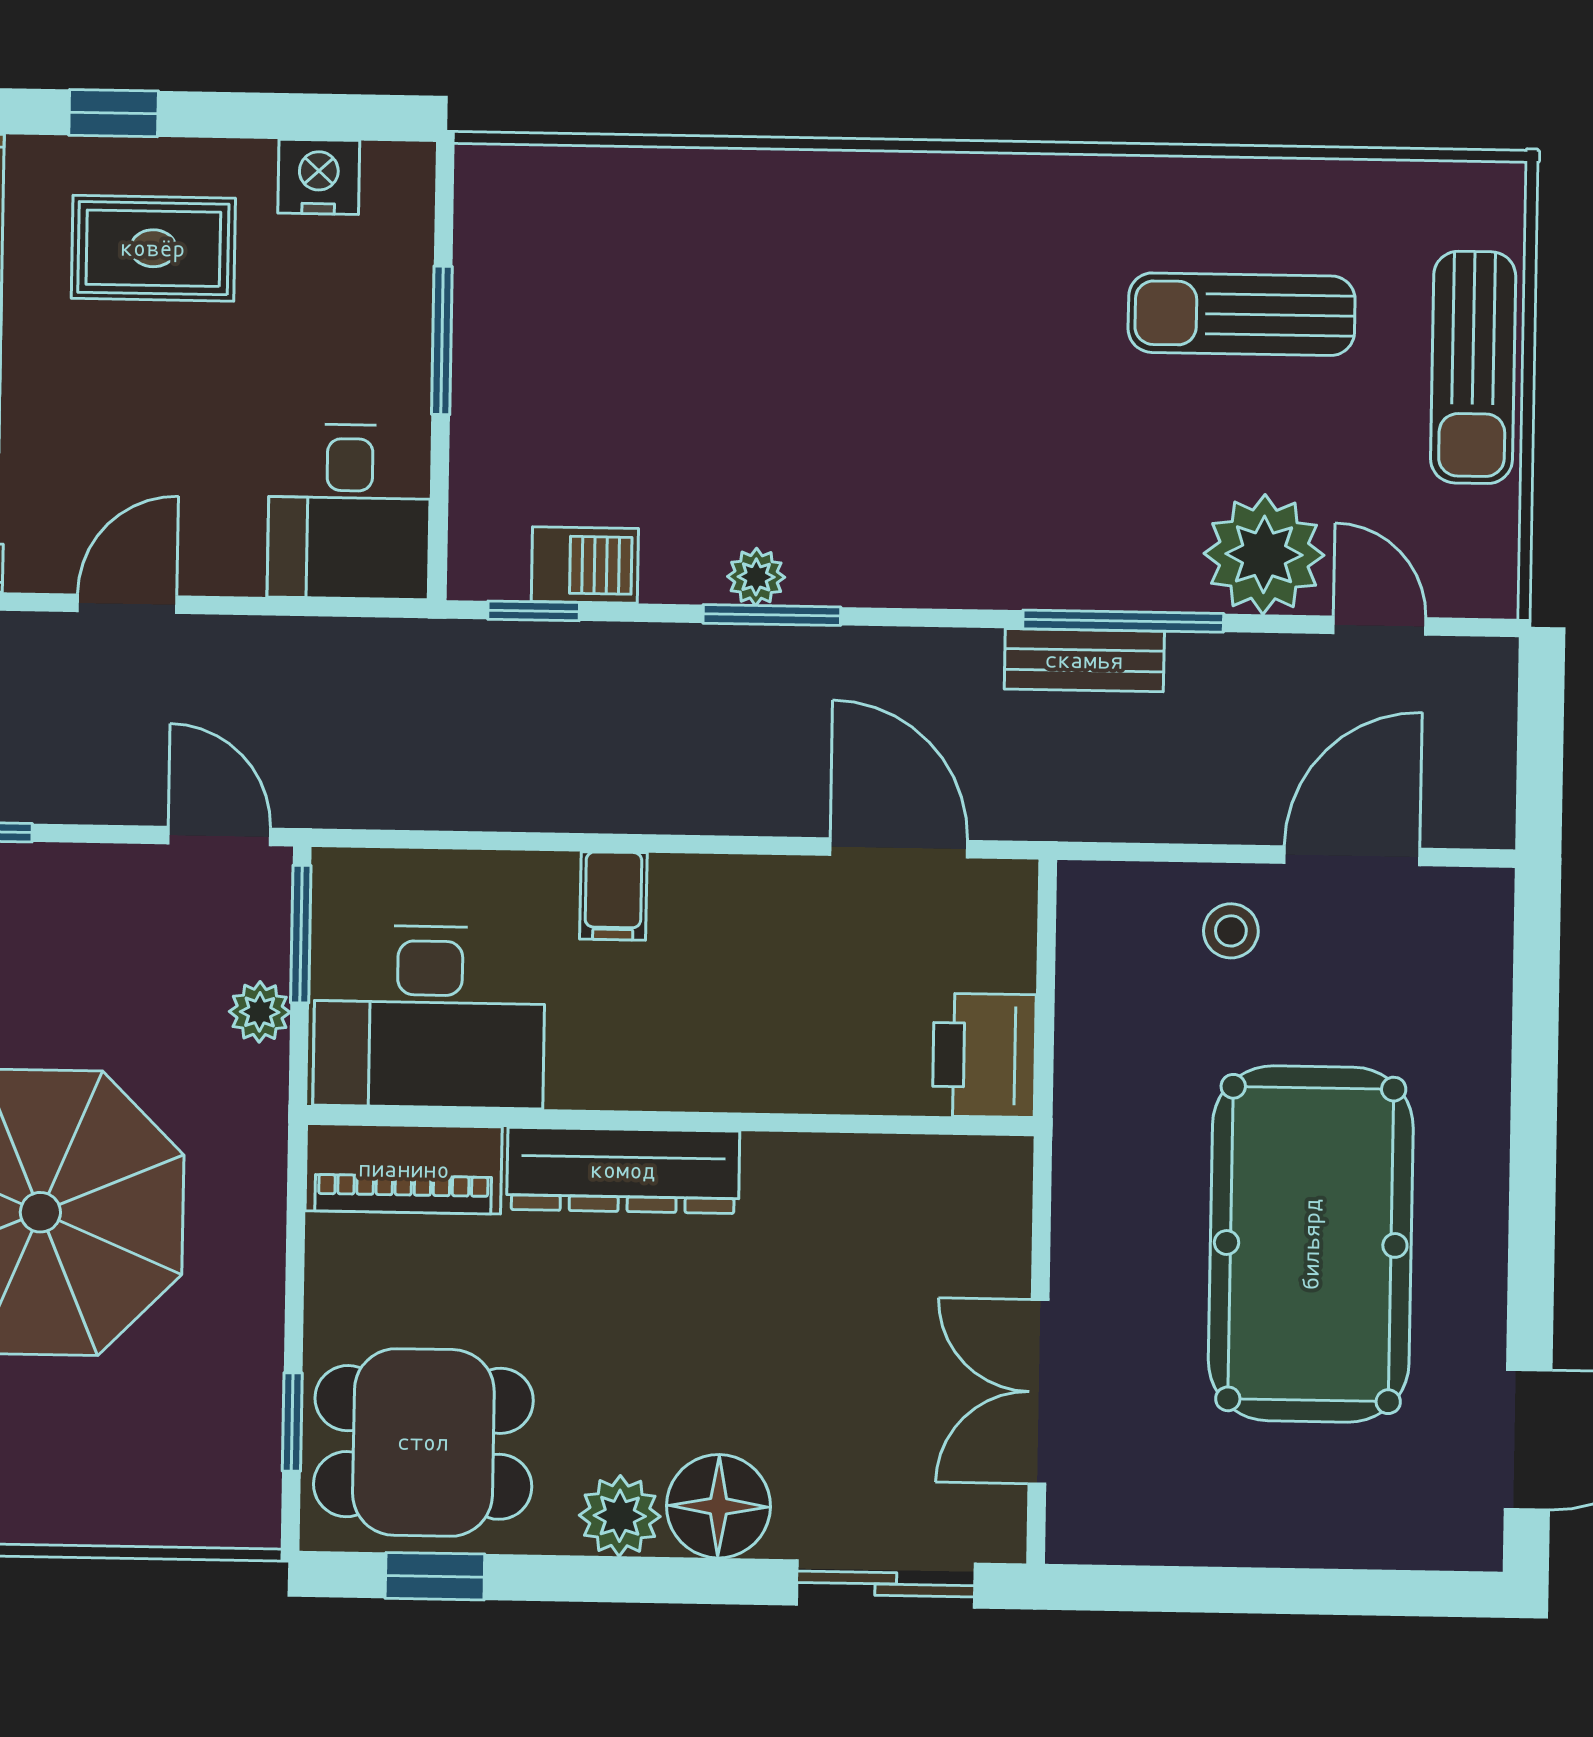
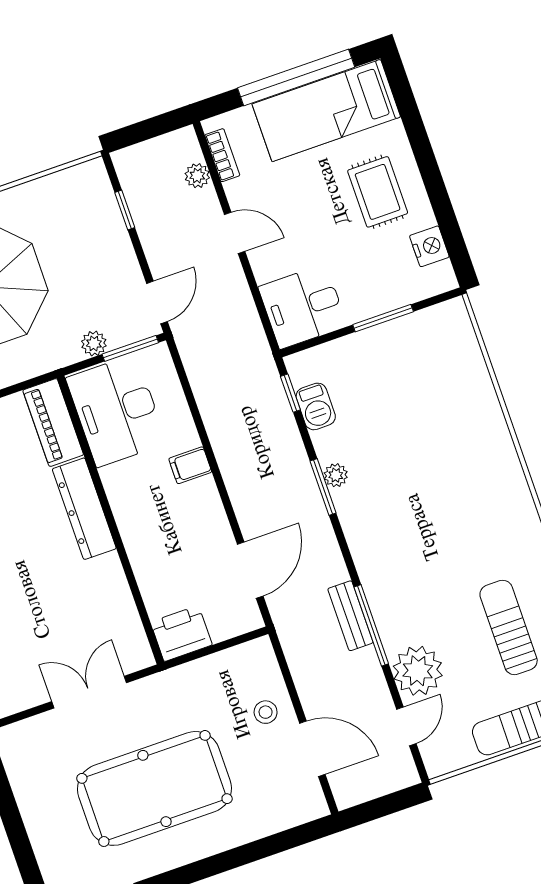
window: (114, 113) -> (425, 157), removed
double door: (1038, 1392) -> (89, 692), moved

